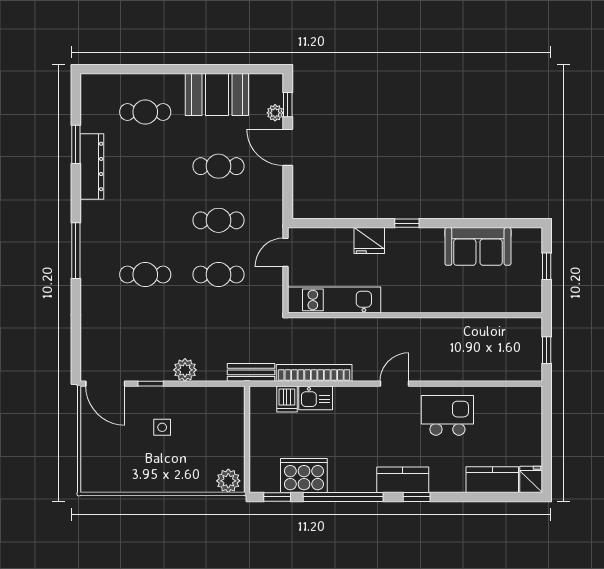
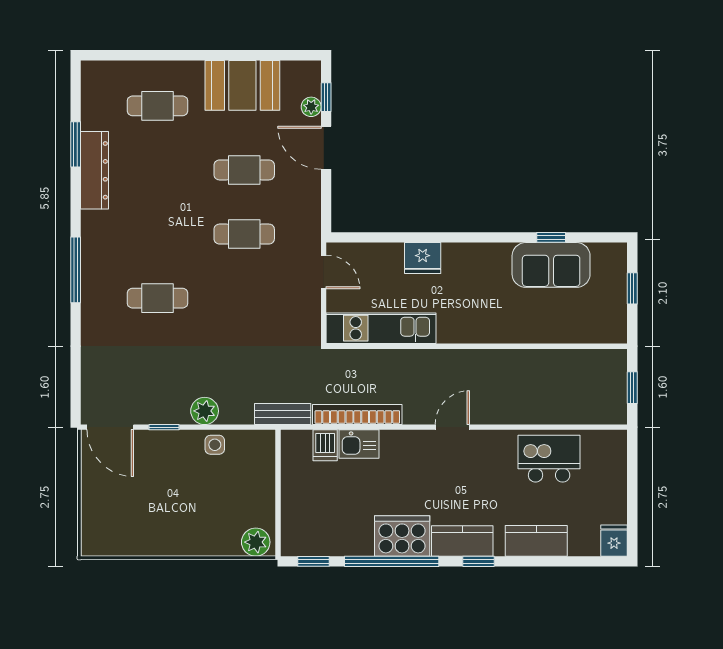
window: (407, 223) -> (551, 237), moved
door: (286, 252) -> (324, 272), swing flipped
cafe table: (218, 275) -> (244, 298), removed
kitchen island: (447, 415) -> (549, 459), moved
side table: (162, 427) -> (215, 445), moved
cooker: (304, 476) -> (402, 536), moved
kitchen counter: (492, 480) -> (536, 541), moved

